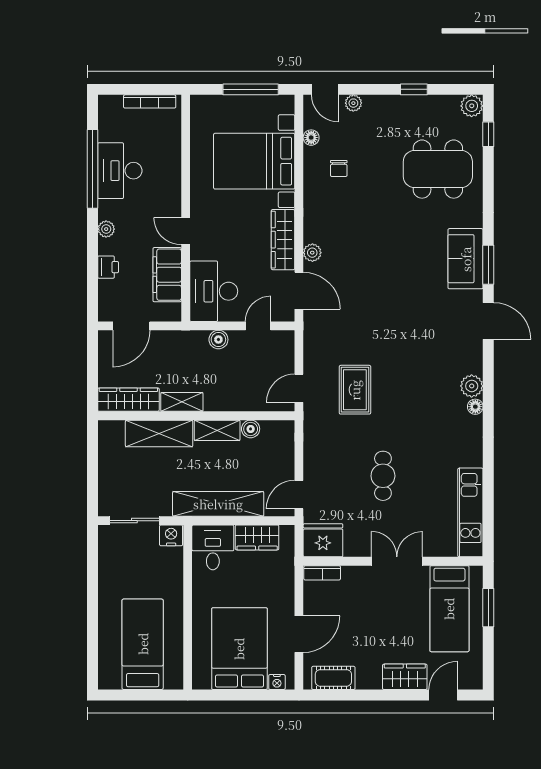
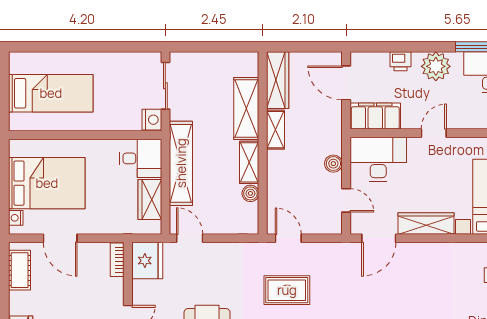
plant: (106, 229) -> (436, 66), width x1.88, depth x1.88
plant: (312, 253) -> (414, 251), removed
filing cabinet: (167, 275) -> (375, 116), moved

